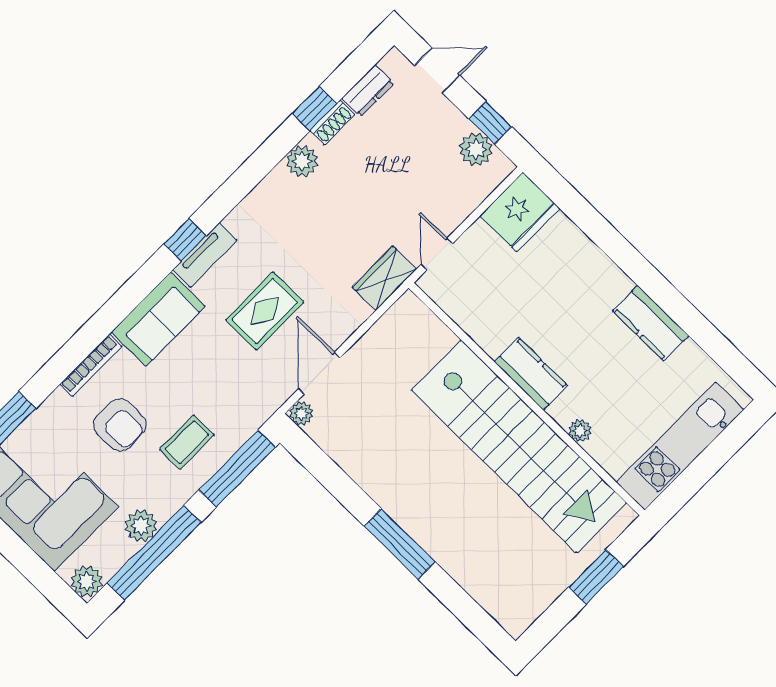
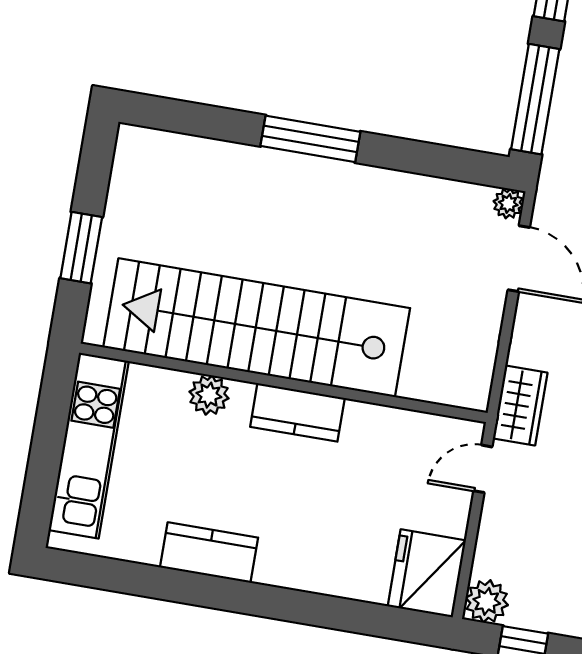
plant: (476, 149) -> (487, 601), moved
door: (437, 254) -> (483, 469), swing flipped
plant: (580, 431) -> (209, 395), width x1.38, depth x1.38

